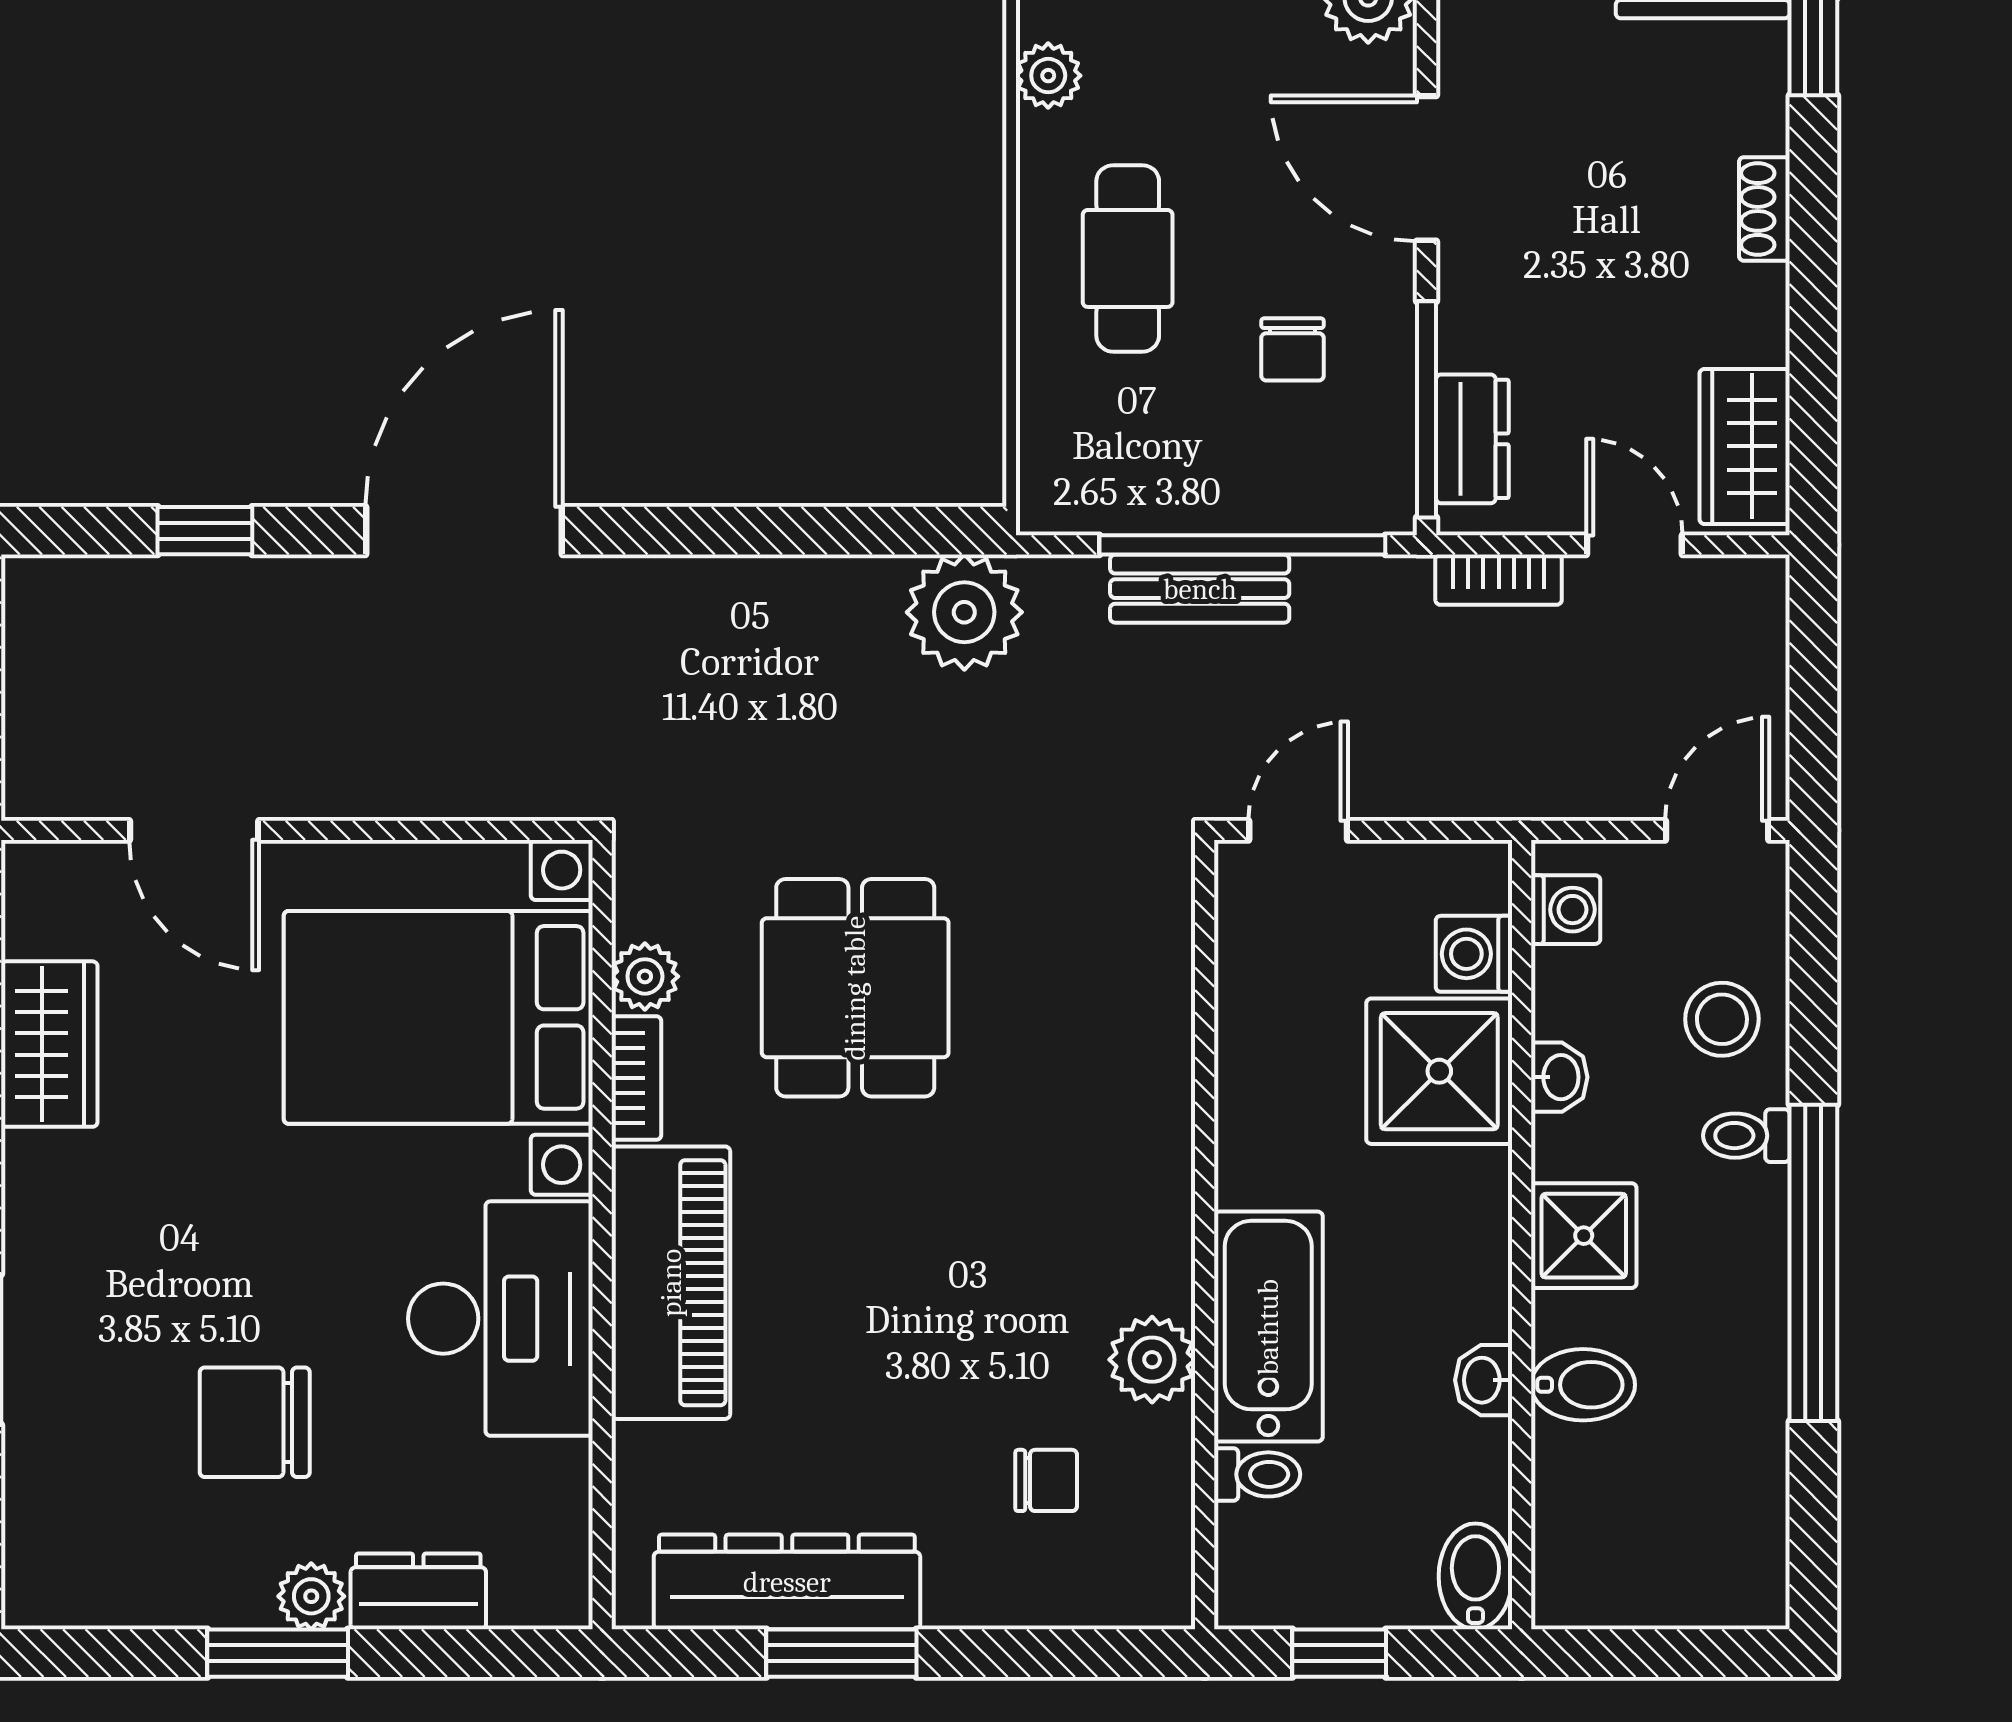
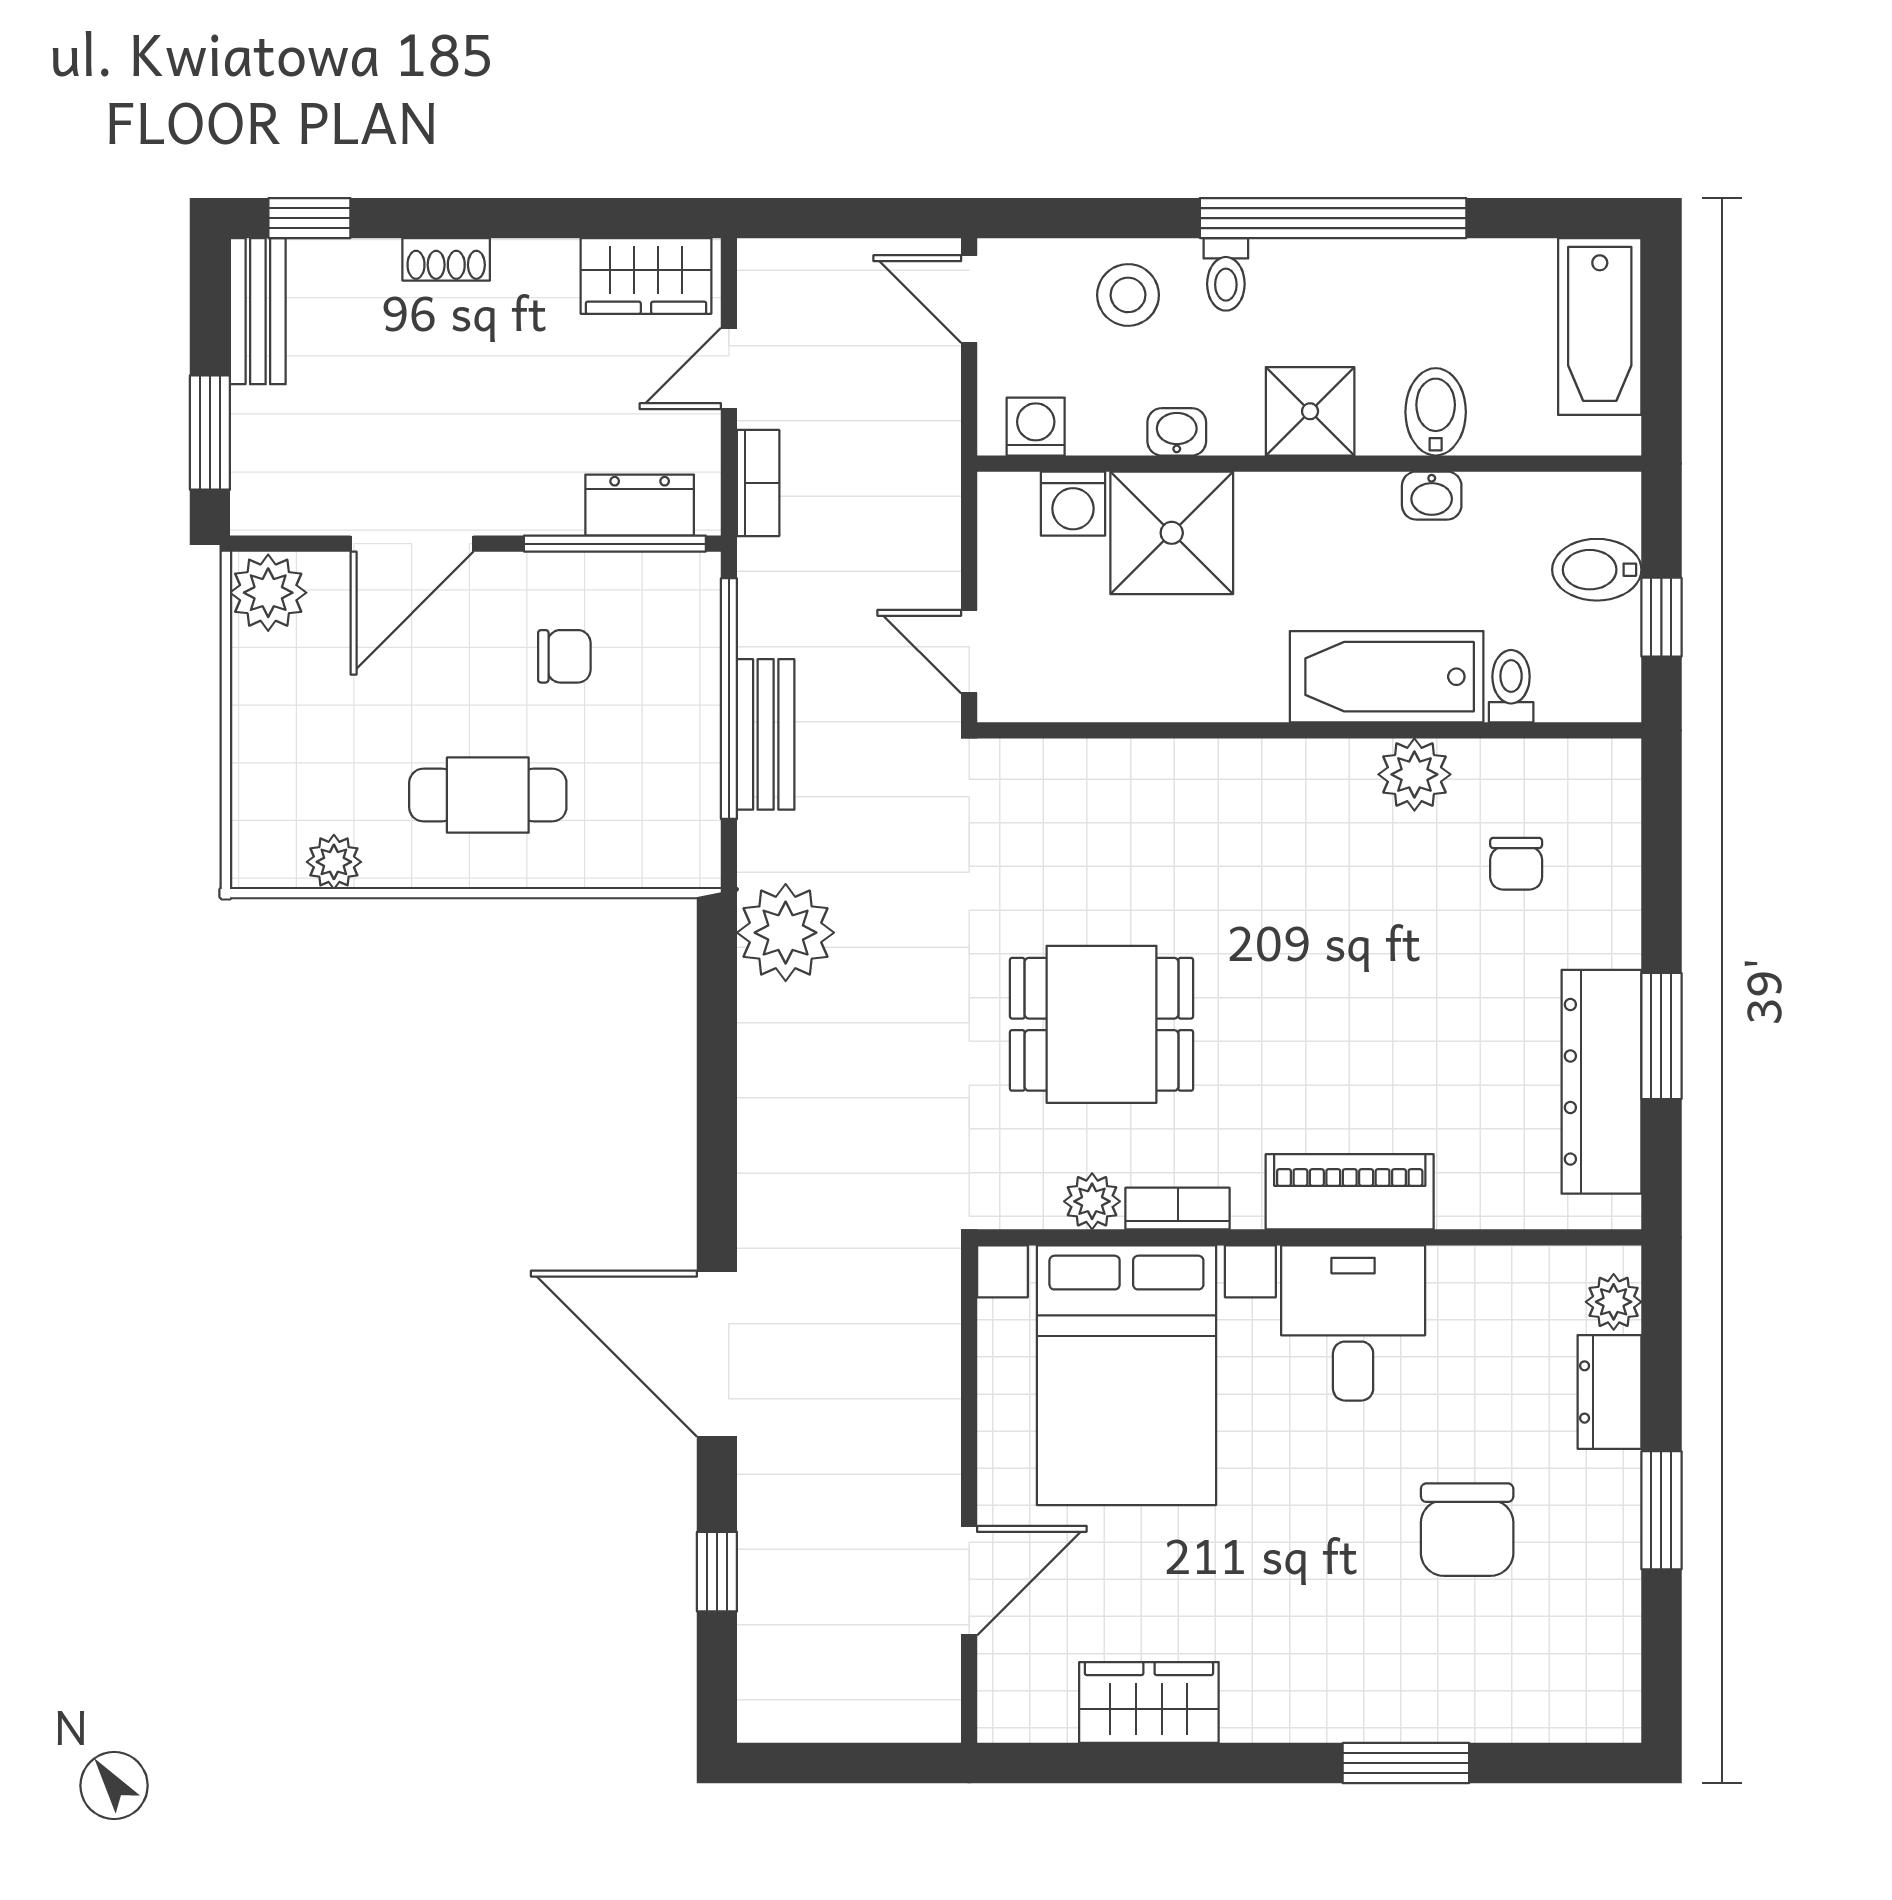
piano: (671, 1283) -> (1350, 1192), width x0.73, depth x0.75
desk: (500, 1319) -> (1353, 1323), width x0.73
chair: (1046, 1480) -> (1516, 864), turned 180
bidet: (1475, 1576) -> (1597, 570), moved
bathtub: (1684, 1580) -> (1600, 327), added
plant: (311, 1596) -> (1614, 1302), moved

